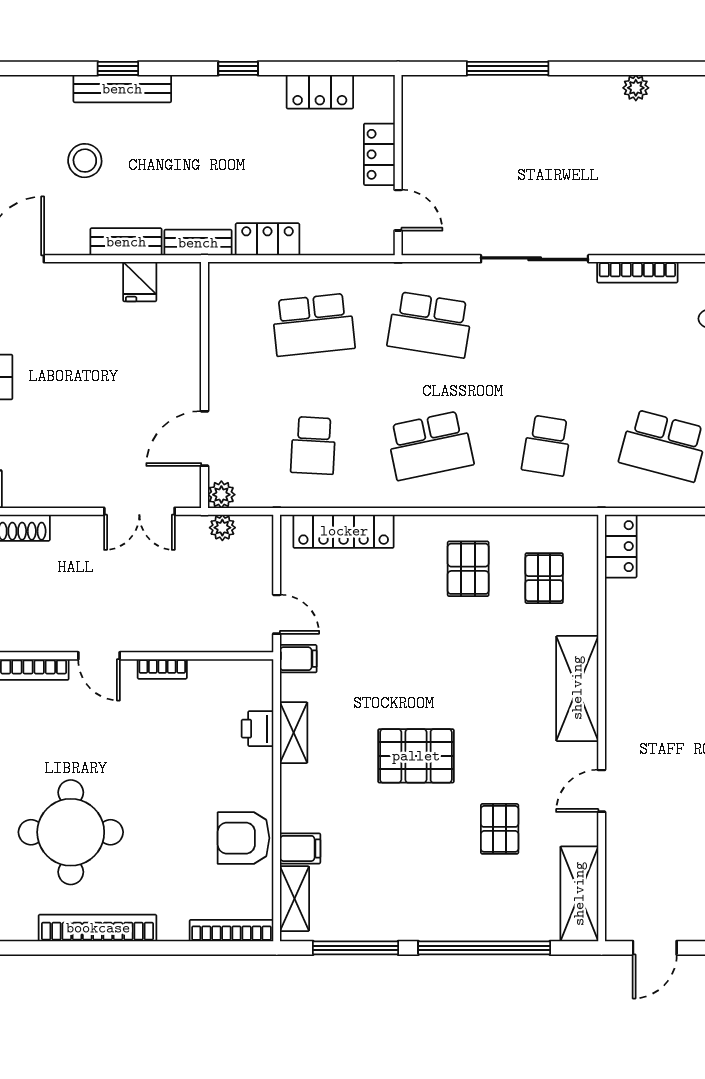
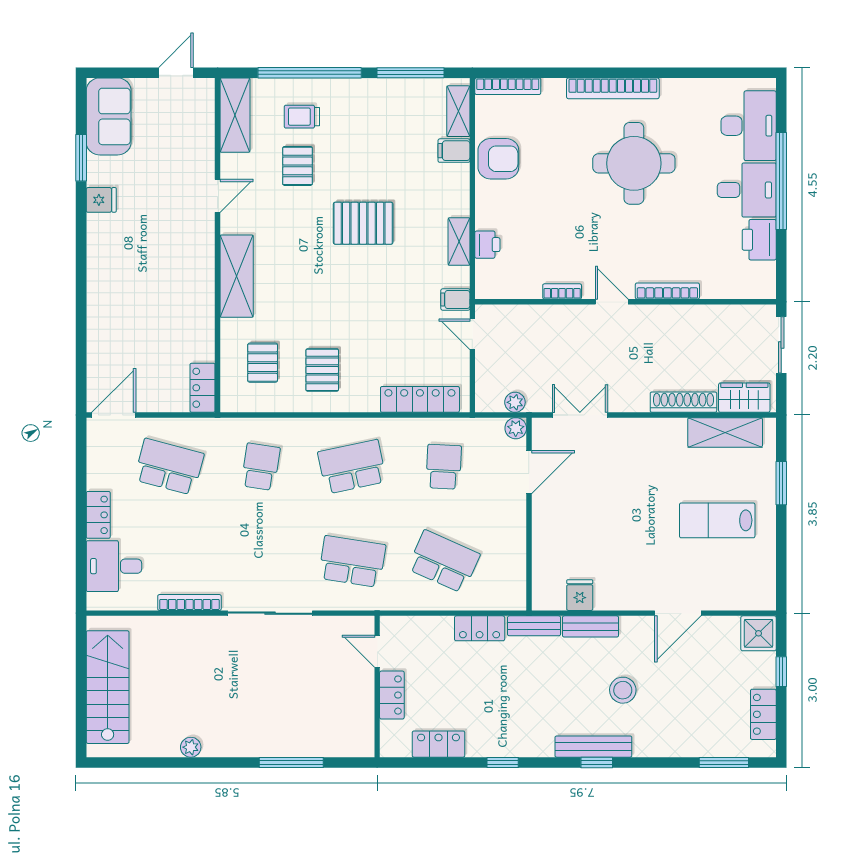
school desk: (313, 325) -> (444, 561), turned 30
trolley: (494, 892) -> (302, 117), added

